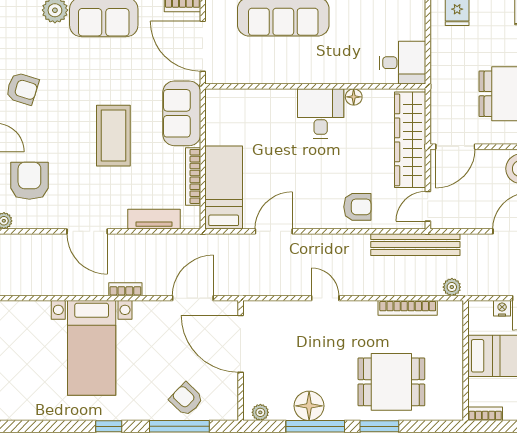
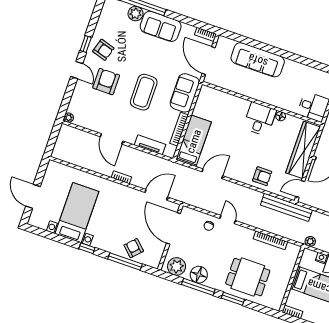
armchair: (29, 181) -> (106, 82), moved
plant: (452, 287) -> (310, 241), moved
chair: (298, 319) -> (209, 226), added
bed with nightstands: (92, 348) -> (77, 213), moved, turned 180
plant: (260, 412) -> (177, 266), width x1.87, depth x1.87

